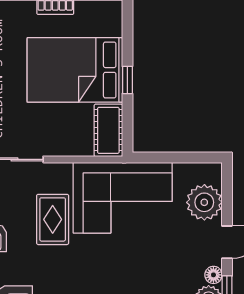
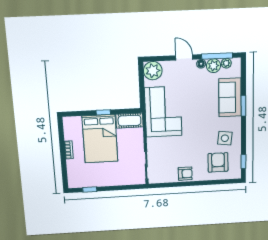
plant: (204, 202) -> (153, 71), moved
rug: (53, 219) -> (175, 146), removed

